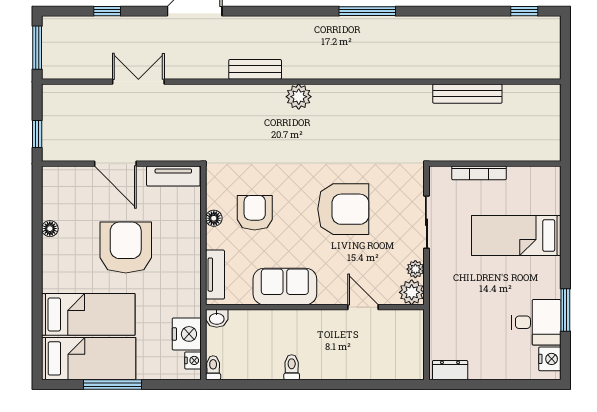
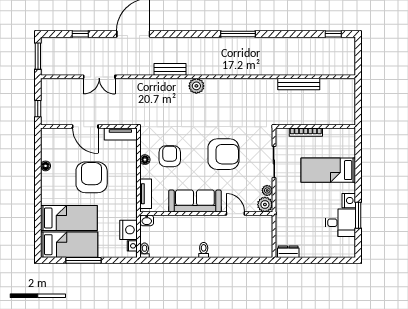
double door: (138, 82) -> (99, 77), swing flipped
sofa: (285, 286) -> (195, 201), width x1.36
nightstand: (550, 359) -> (349, 201), moved
toilet: (292, 367) -> (204, 250), moved

